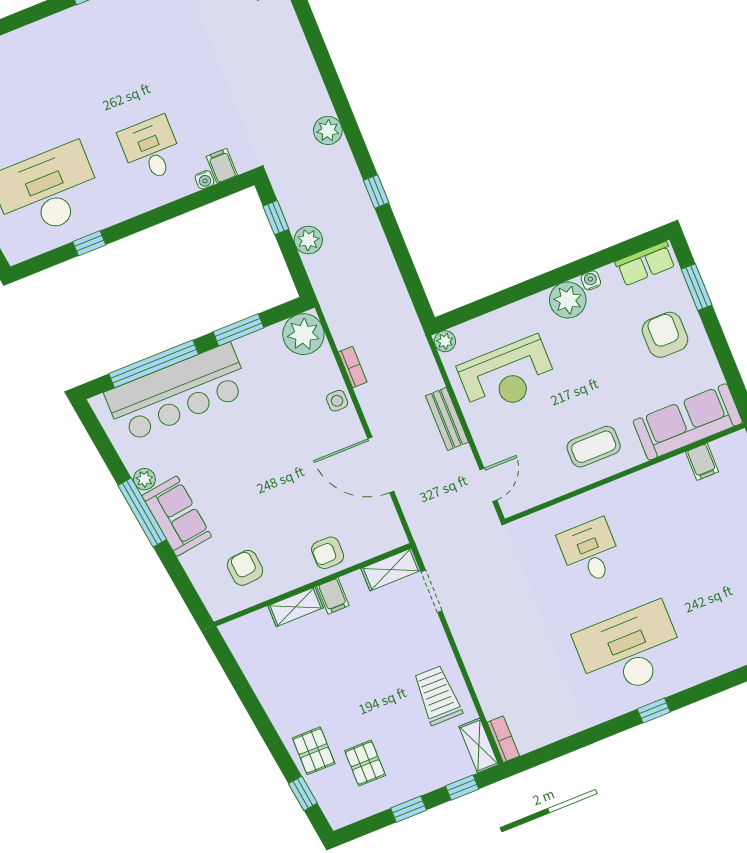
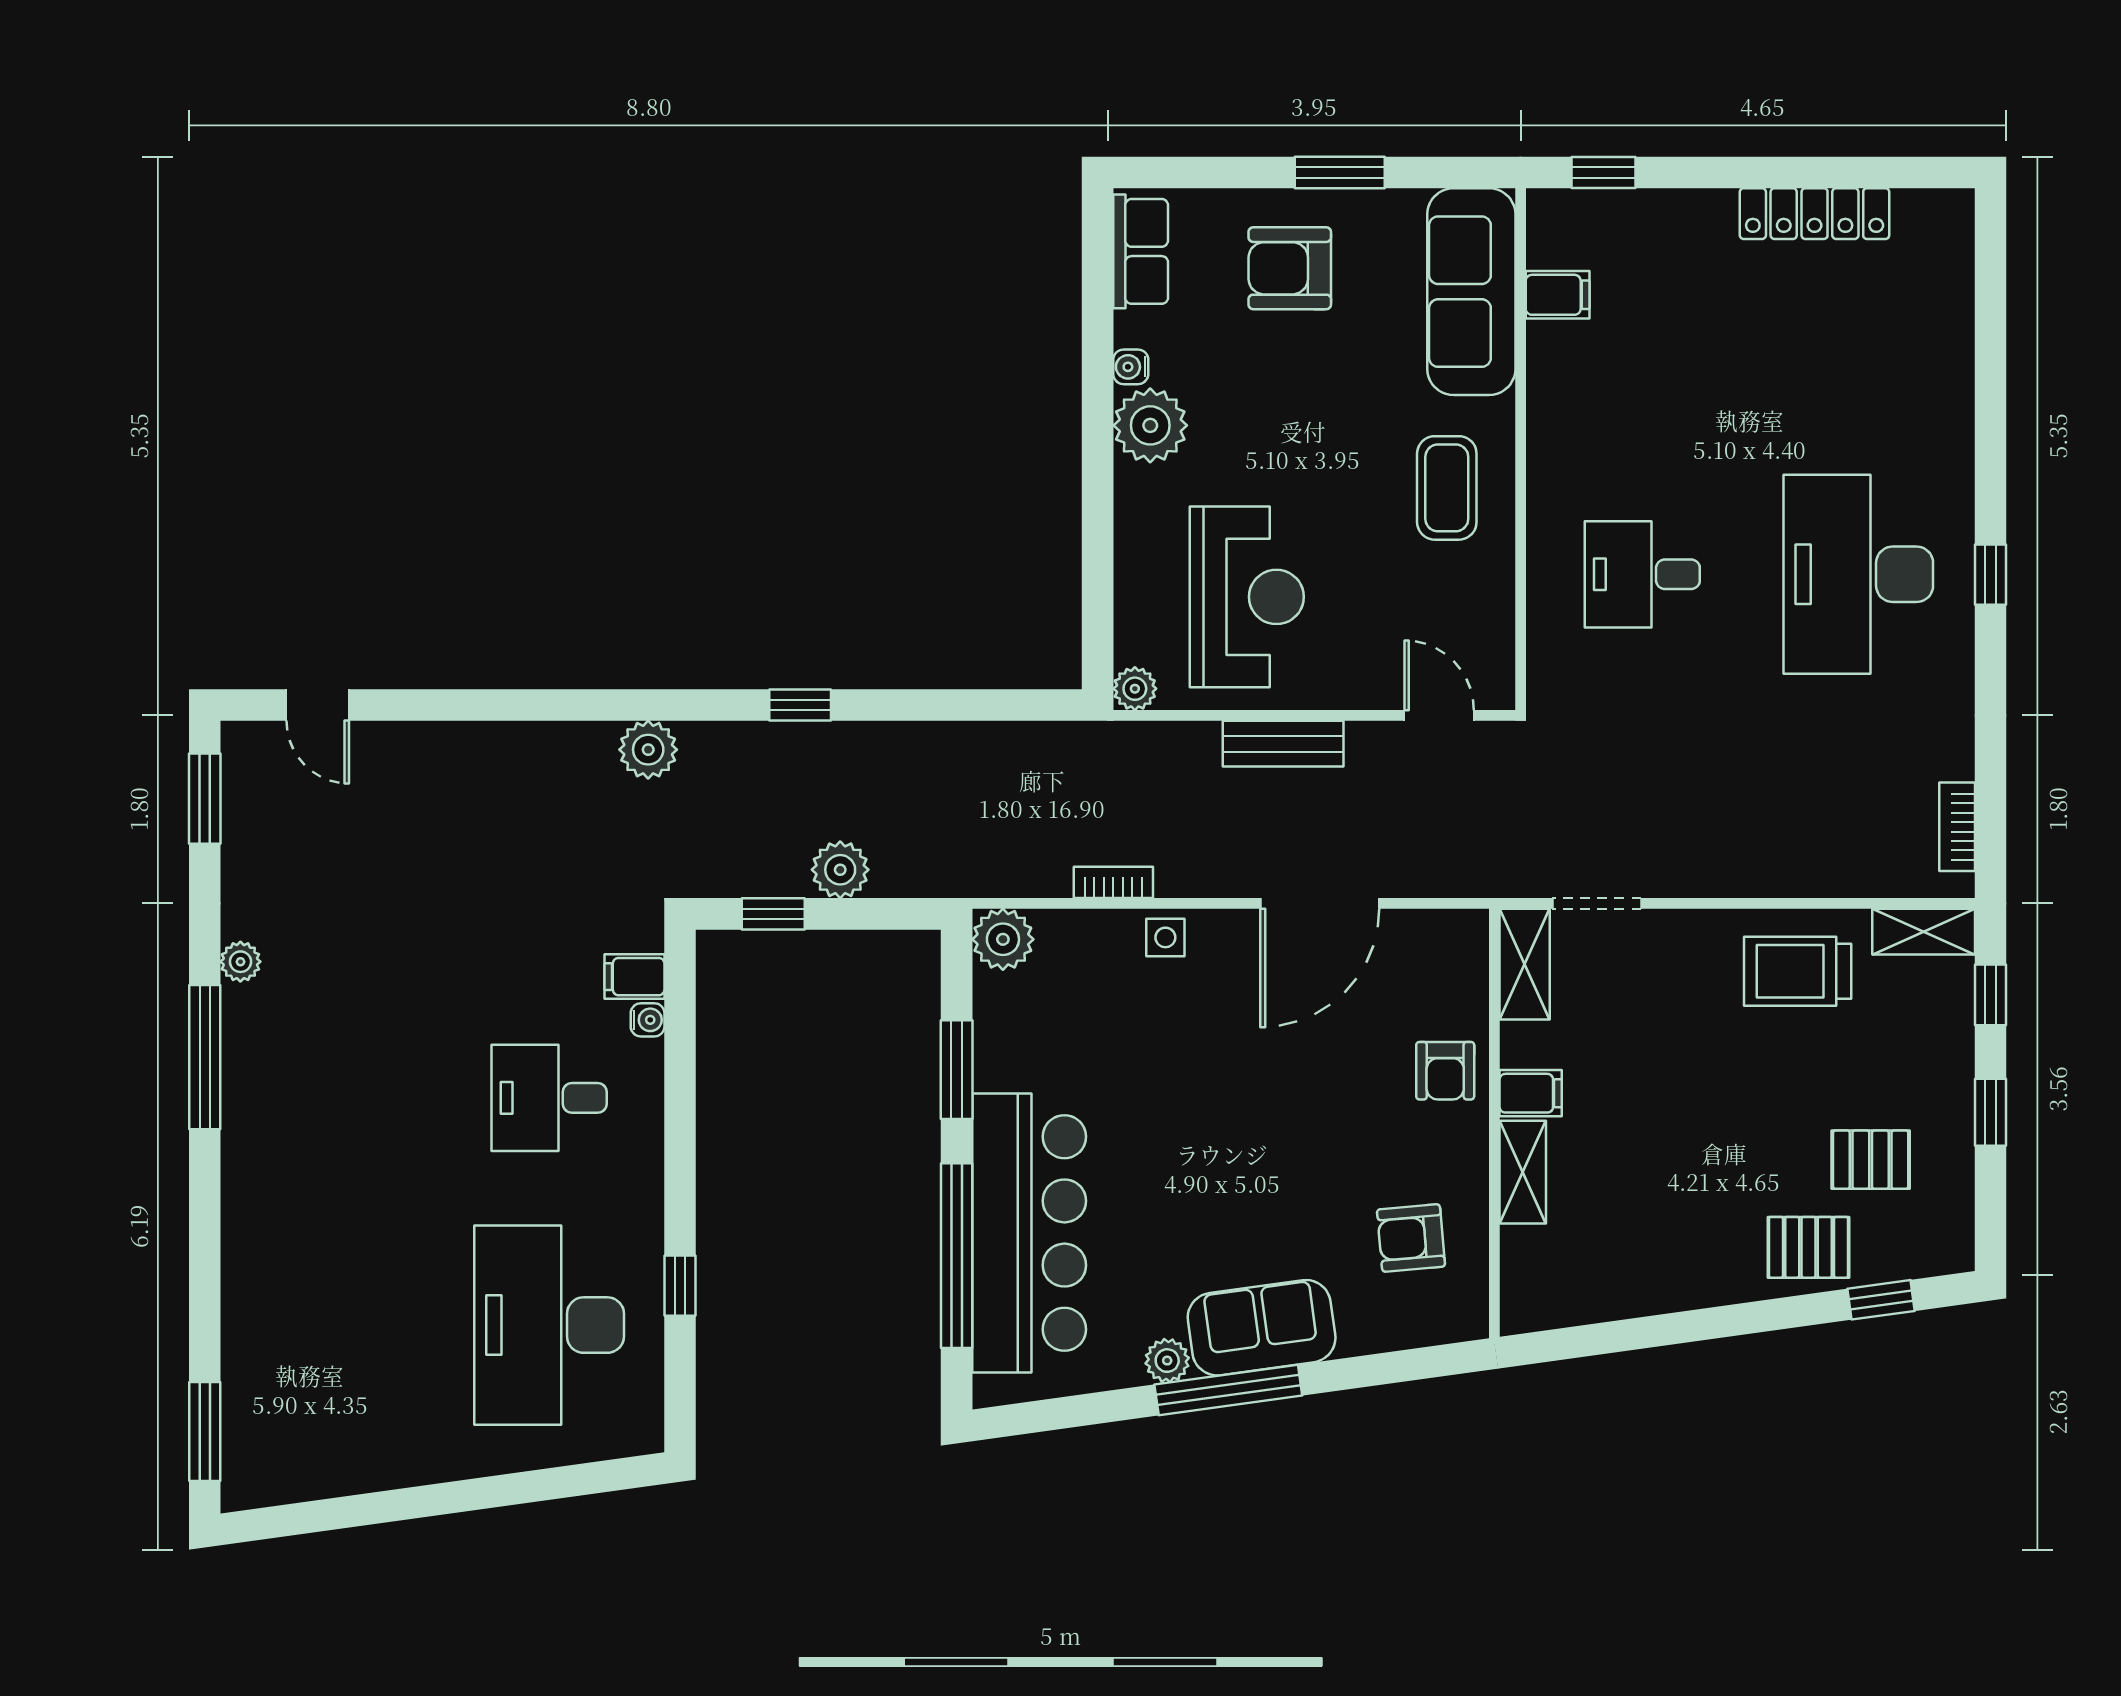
window: (697, 287) -> (1340, 172), moved
plant: (303, 334) -> (1003, 939), width x0.73, depth x0.73
bookcase: (503, 739) -> (1957, 827), moved, turned -90

